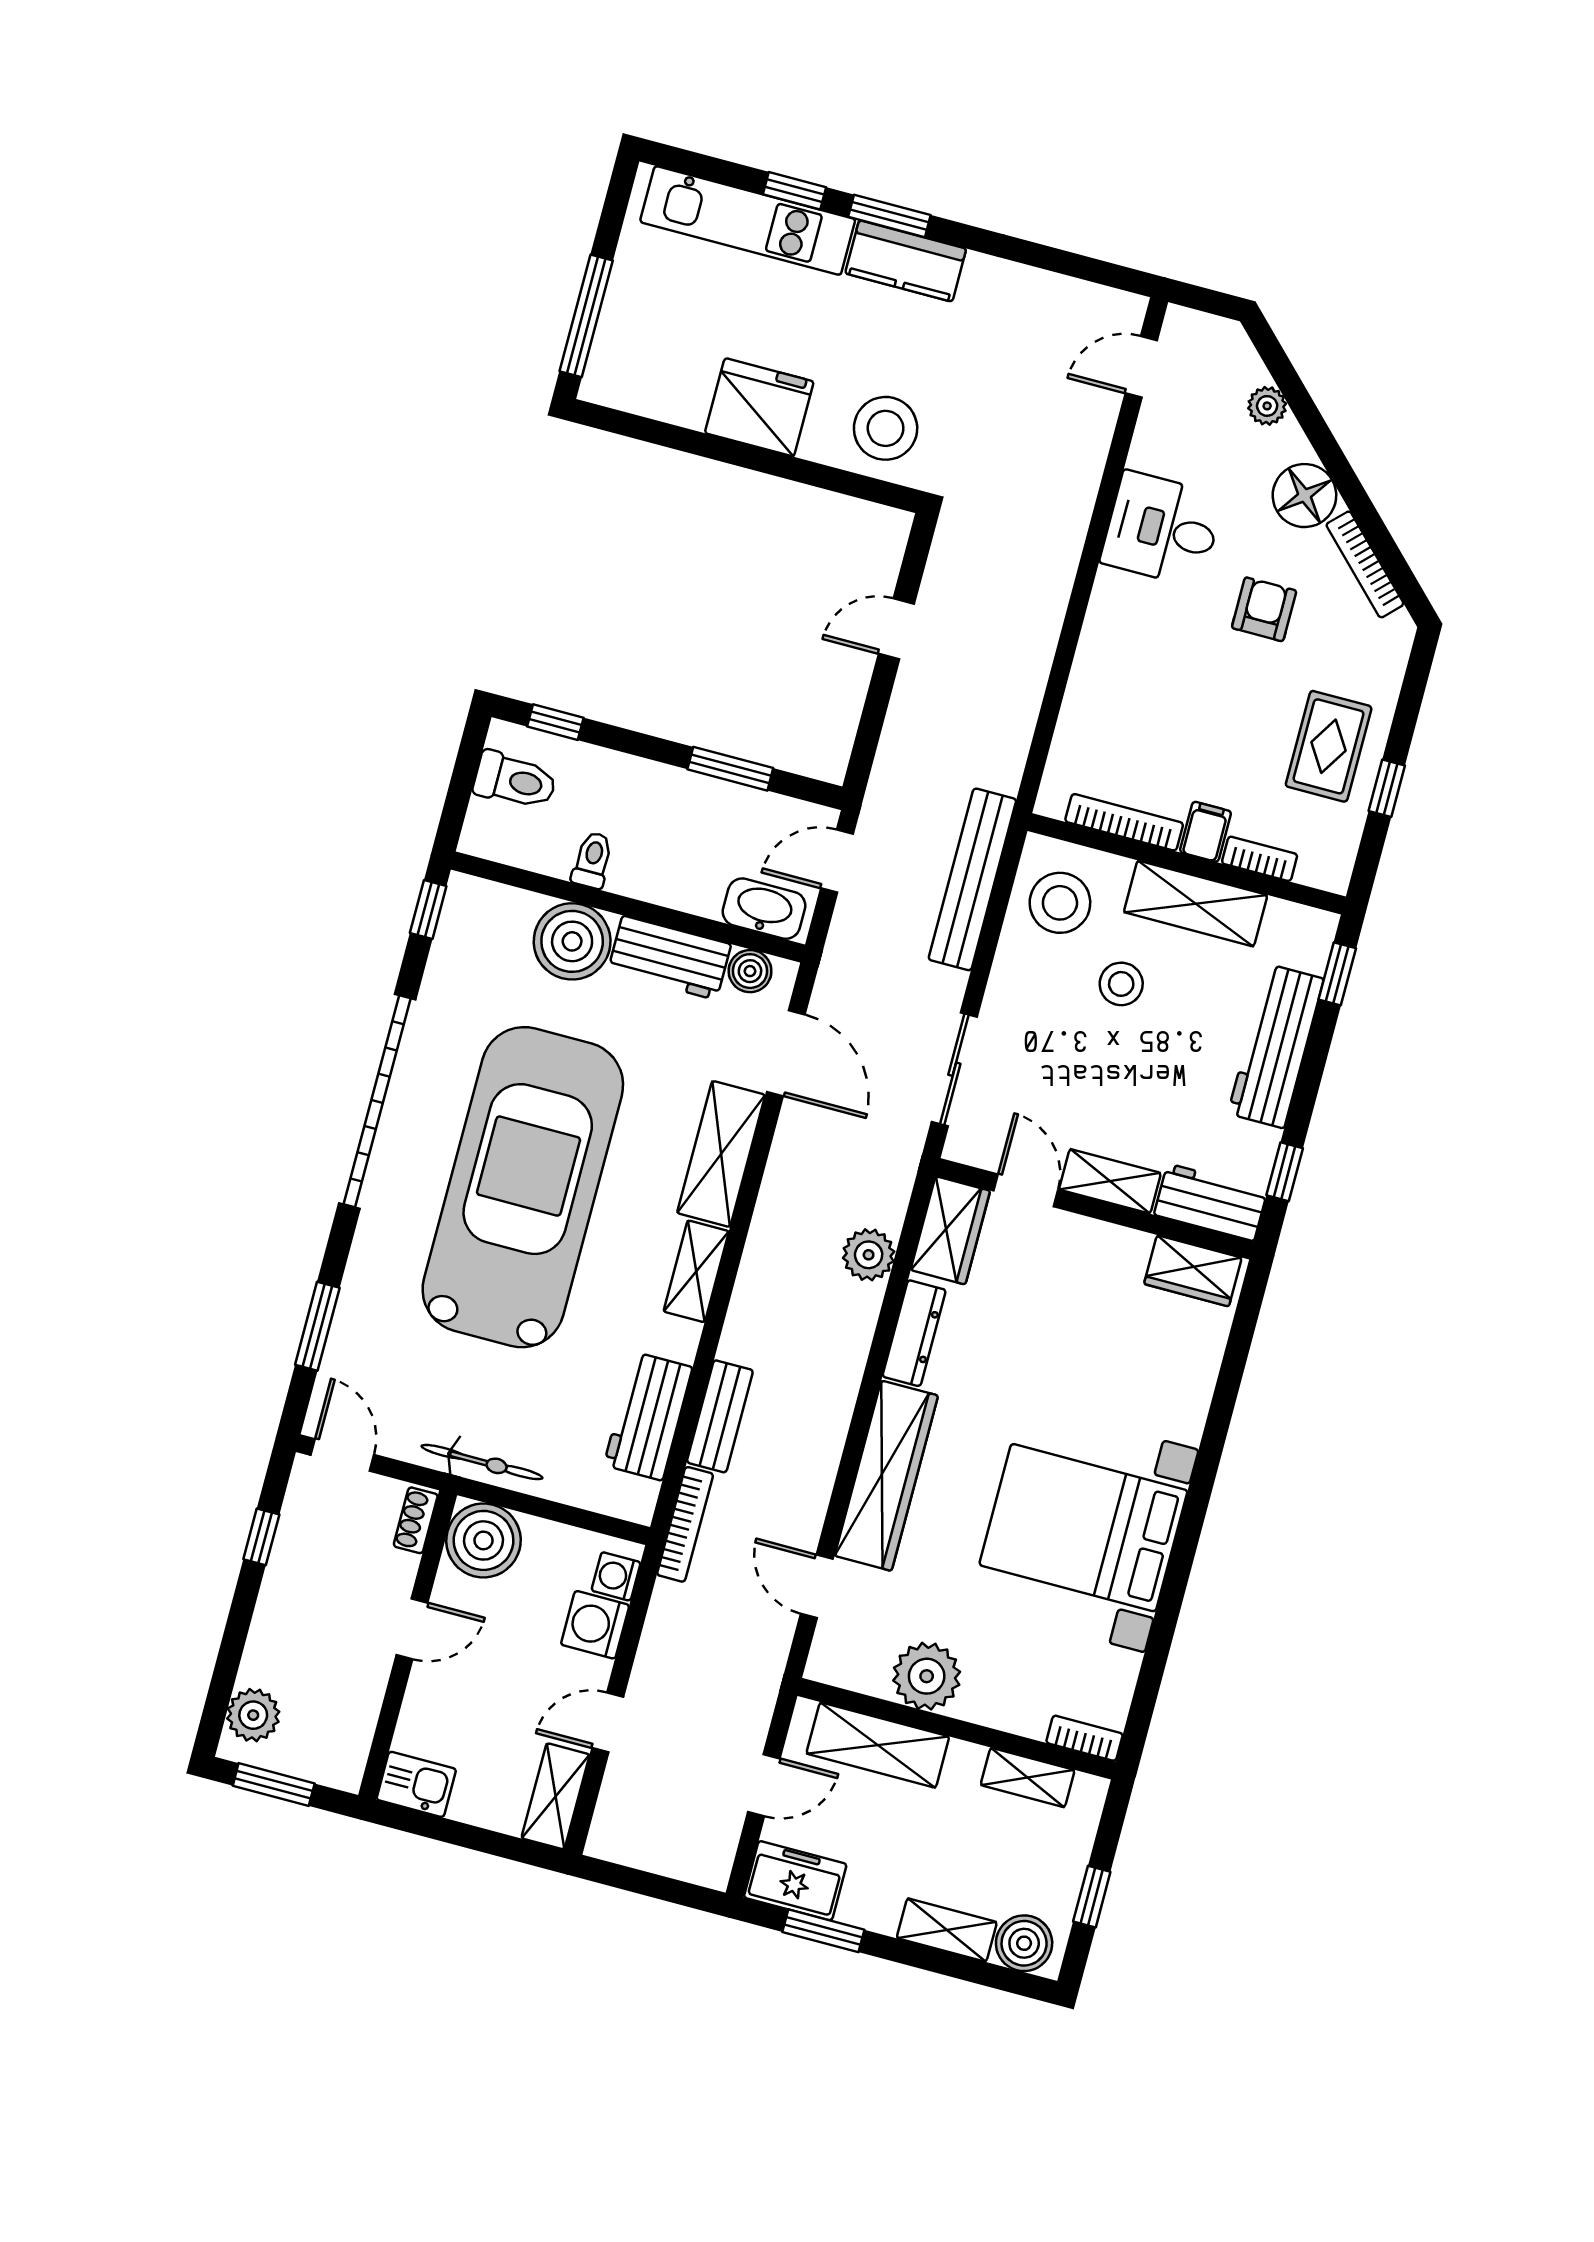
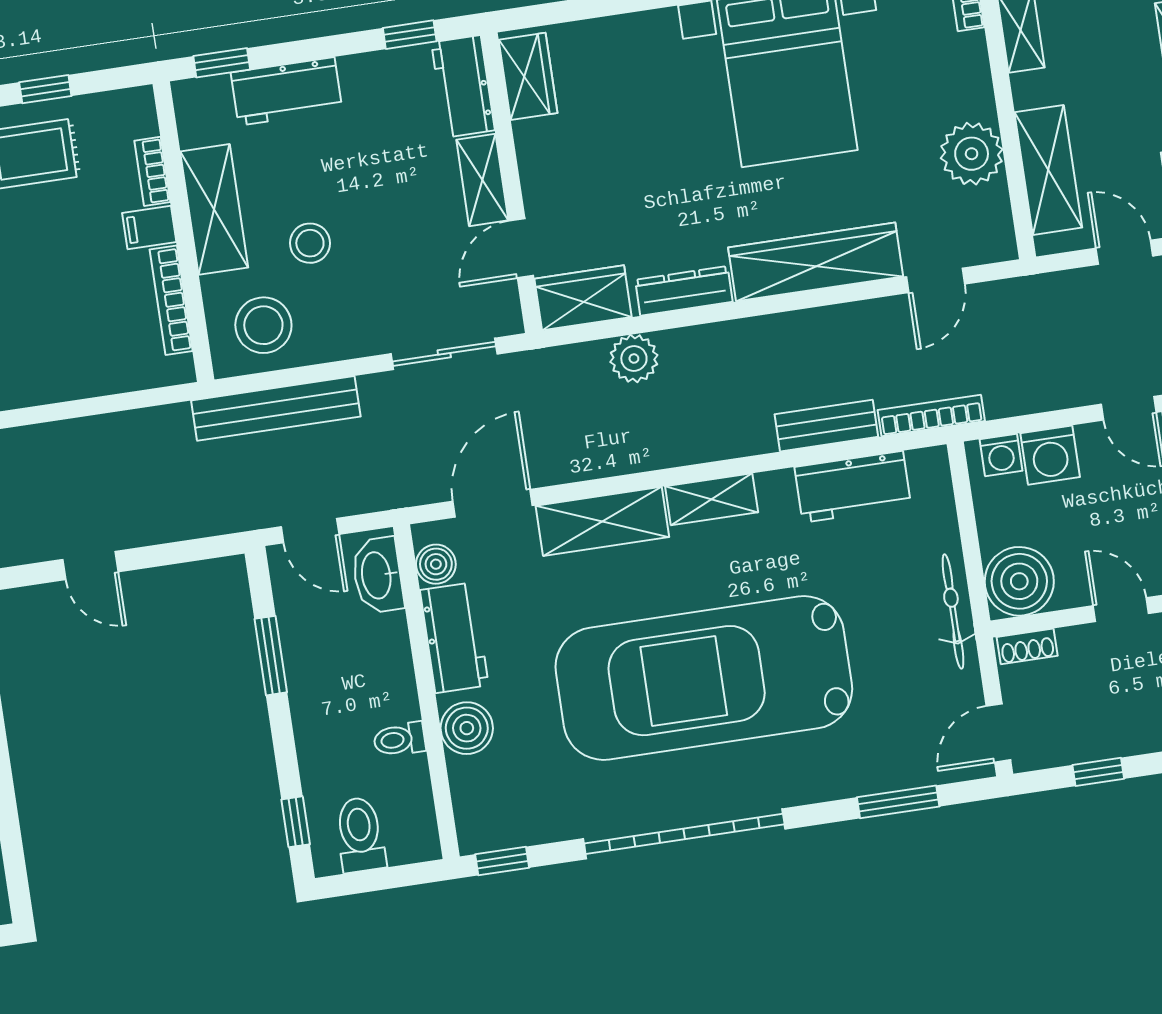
boiler: (572, 941) -> (467, 728), width x0.73, depth x0.73
workbench: (1276, 1046) -> (287, 91), width x0.73

